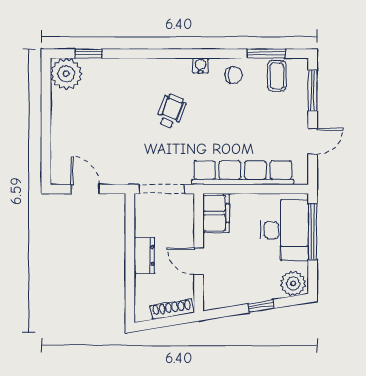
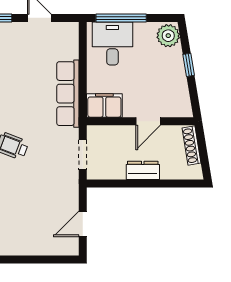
row of seats: (243, 173) -> (68, 94), width x0.73
doorway: (162, 189) -> (83, 155), width x0.73
desk: (284, 230) -> (112, 43), width x0.73

